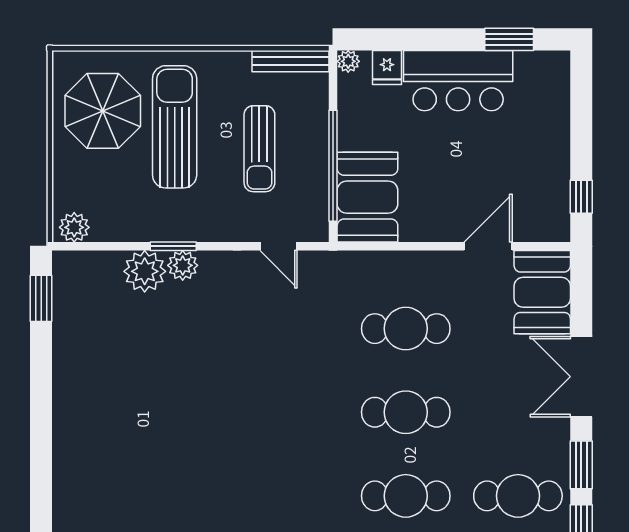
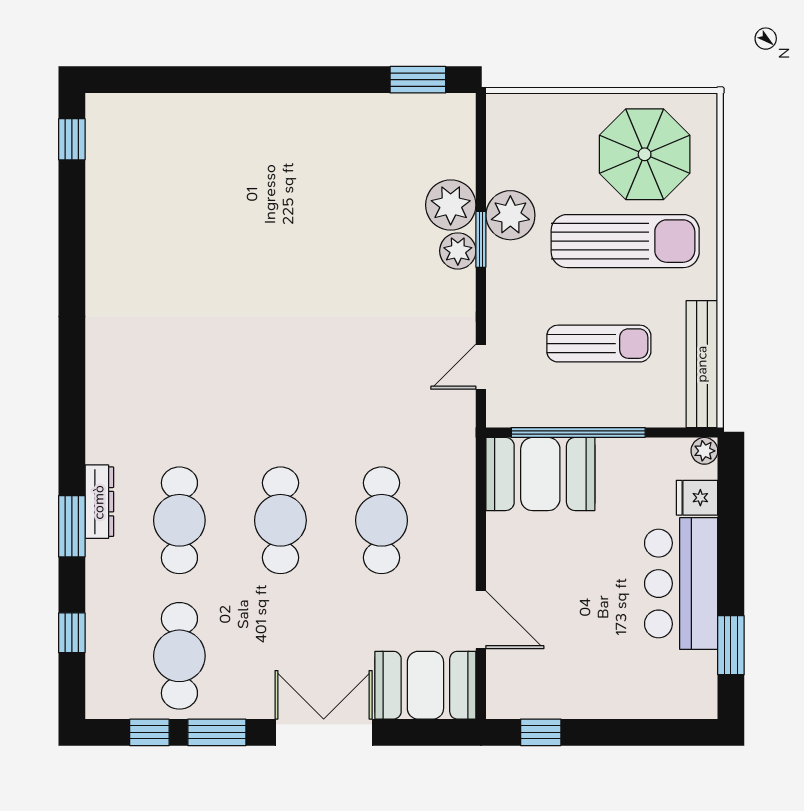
bench: (290, 61) -> (702, 364), width x1.37, depth x1.21
sun lounger: (259, 149) -> (599, 344), turned 180
plant: (74, 227) -> (510, 215), moved, width x1.36, depth x1.36

